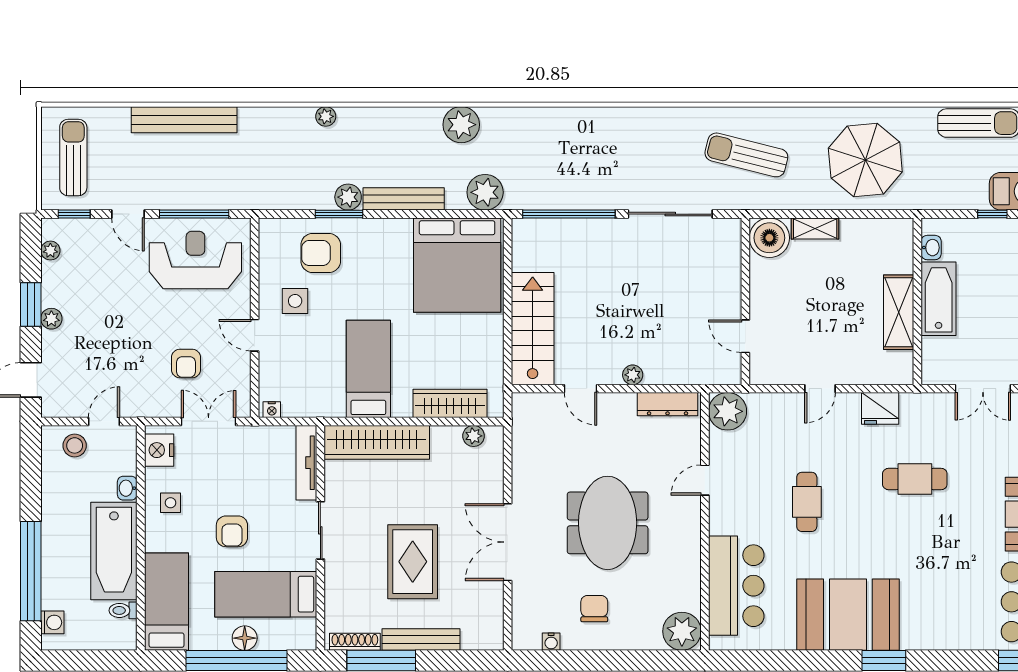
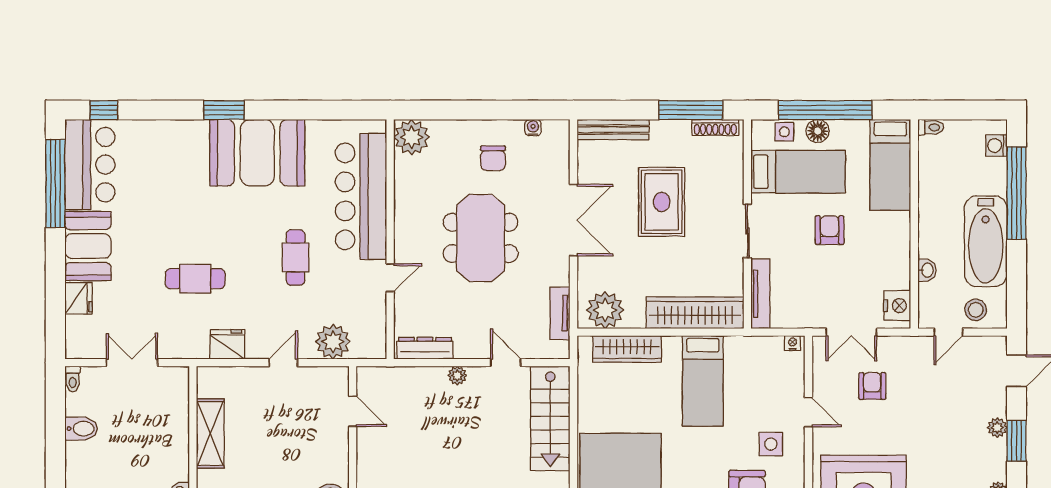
bathtub: (939, 299) -> (173, 446), removed
plant: (728, 411) -> (333, 342), moved
plant: (474, 436) -> (605, 310), width x1.88, depth x1.88
tv unit: (522, 442) -> (560, 313), added
side table: (171, 503) -> (784, 132), moved
bathtub: (114, 551) -> (986, 241), moved, turned 180
bar counter: (736, 586) -> (361, 196), width x1.36
toilet: (123, 610) -> (931, 127), moved
bench: (421, 640) -> (613, 130), moved

